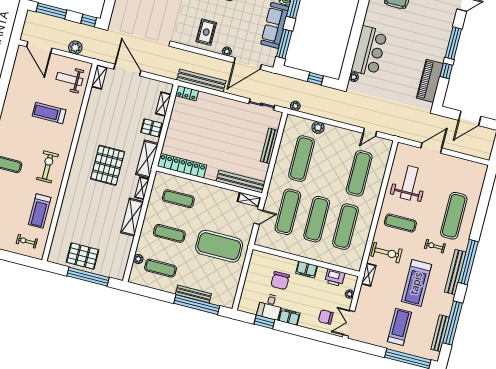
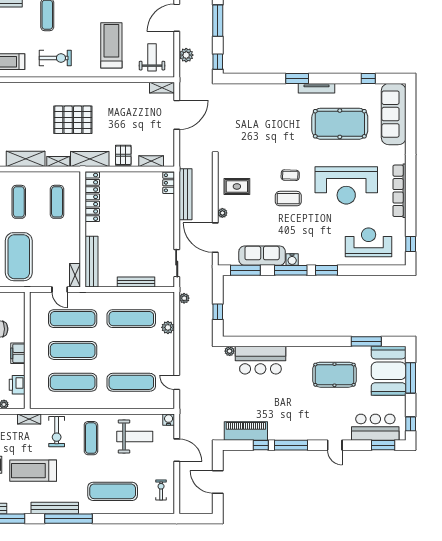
treadmill: (49, 113) -> (111, 45), width x1.37, depth x1.38
water cooler: (402, 148) -> (169, 420), added
exercise bike: (435, 246) -> (161, 490), moved

